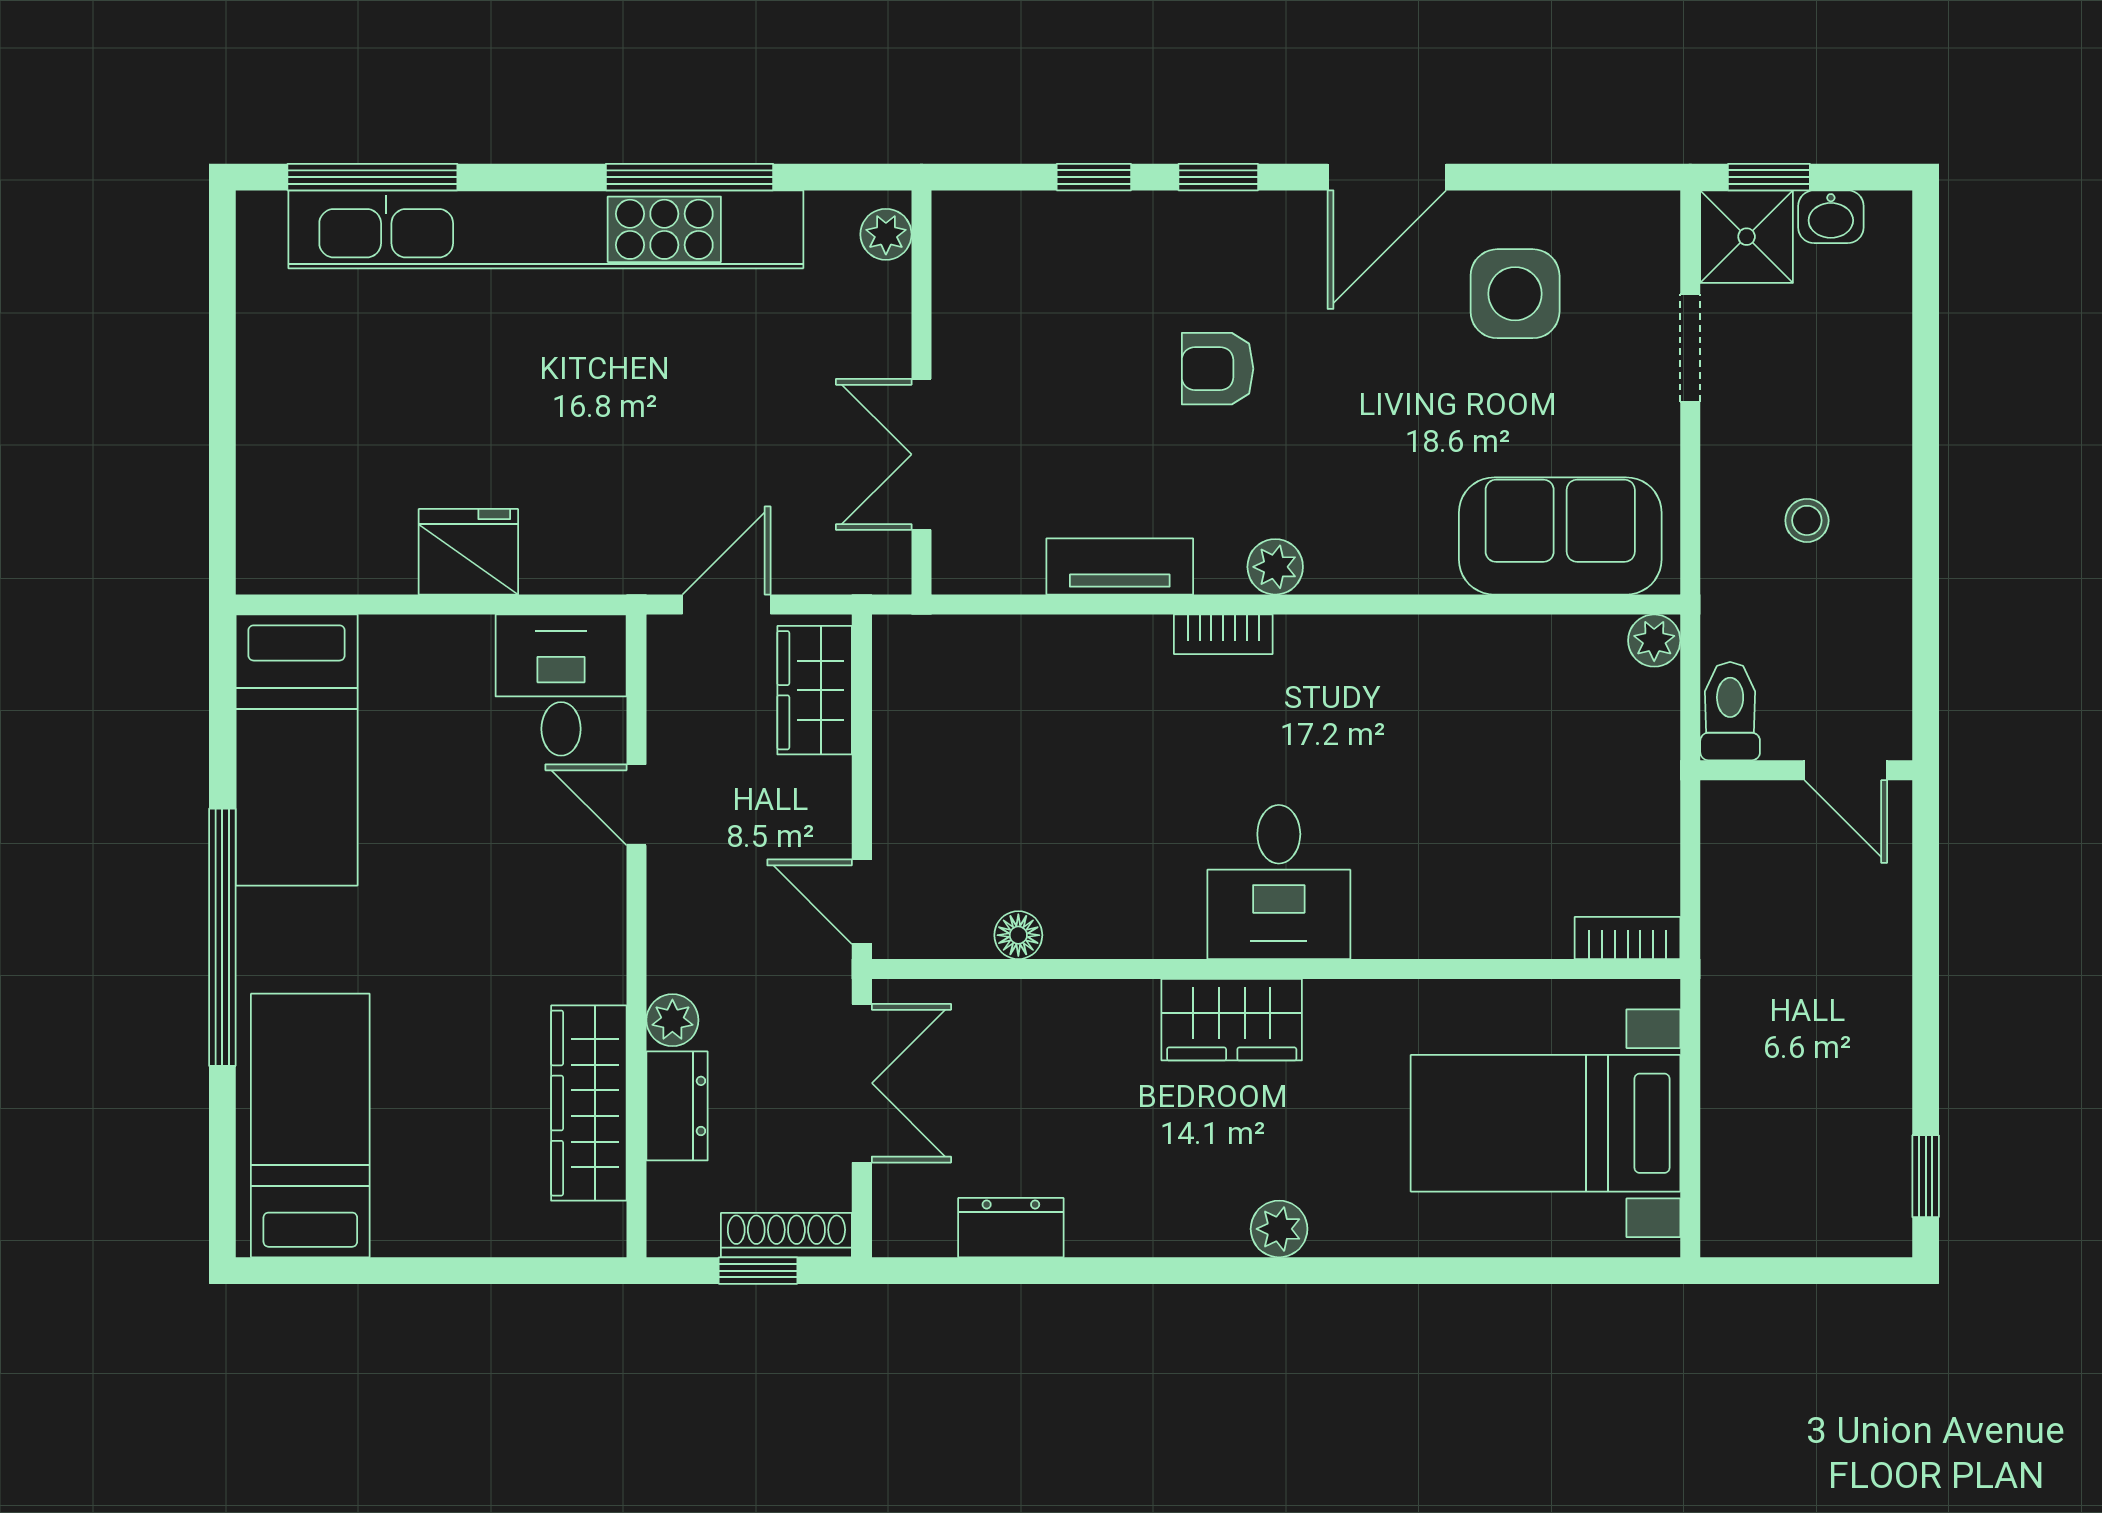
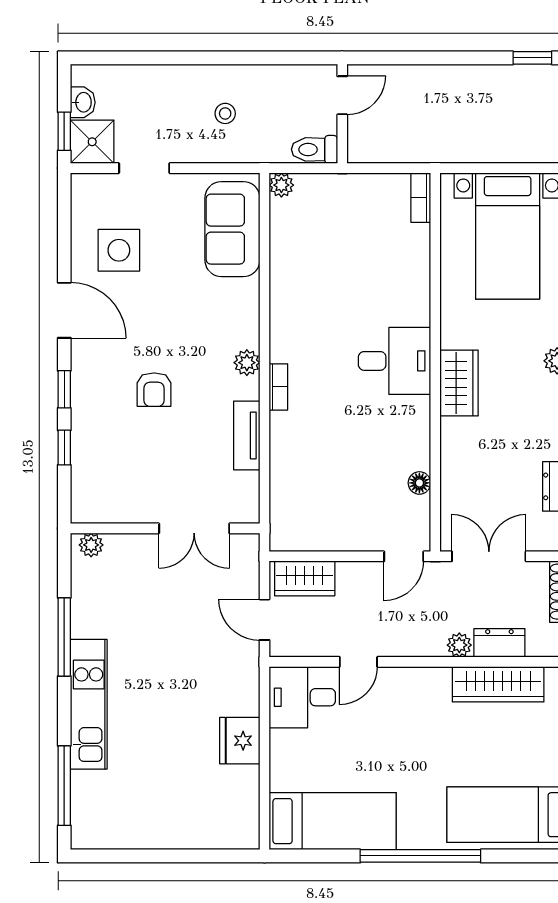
kitchen unit: (546, 229) -> (89, 704), width x0.54

